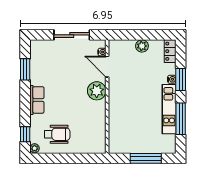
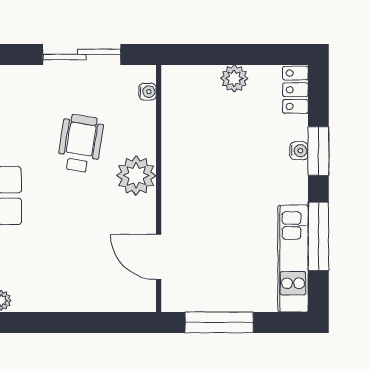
door: (107, 67) -> (159, 257), moved
kitchen unit: (169, 109) -> (293, 259), moved
wheelchair: (57, 134) -> (80, 143), moved, turned -81
window: (146, 158) -> (219, 322), moved

